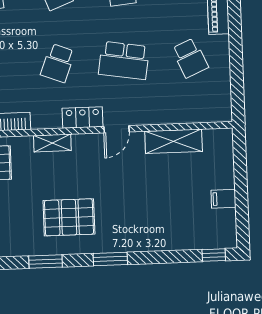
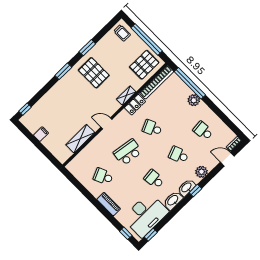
school desk: (58, 63) -> (152, 128), turned -45
locker: (83, 118) -> (135, 105), moved
door: (116, 129) -> (106, 123), hinge flipped
pallet: (69, 217) -> (94, 73), turned 90

